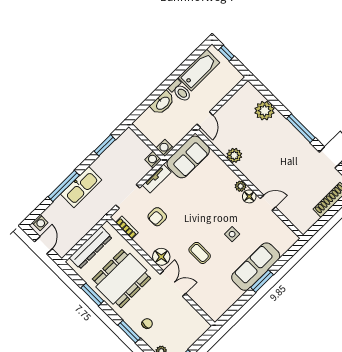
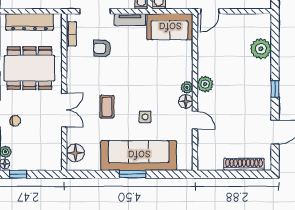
window: (301, 128) -> (275, 89), width x0.46
plant: (234, 155) -> (205, 84), moved
floor lamp: (161, 257) -> (75, 153), moved
sofa: (256, 267) -> (139, 155), width x1.36, depth x1.27

